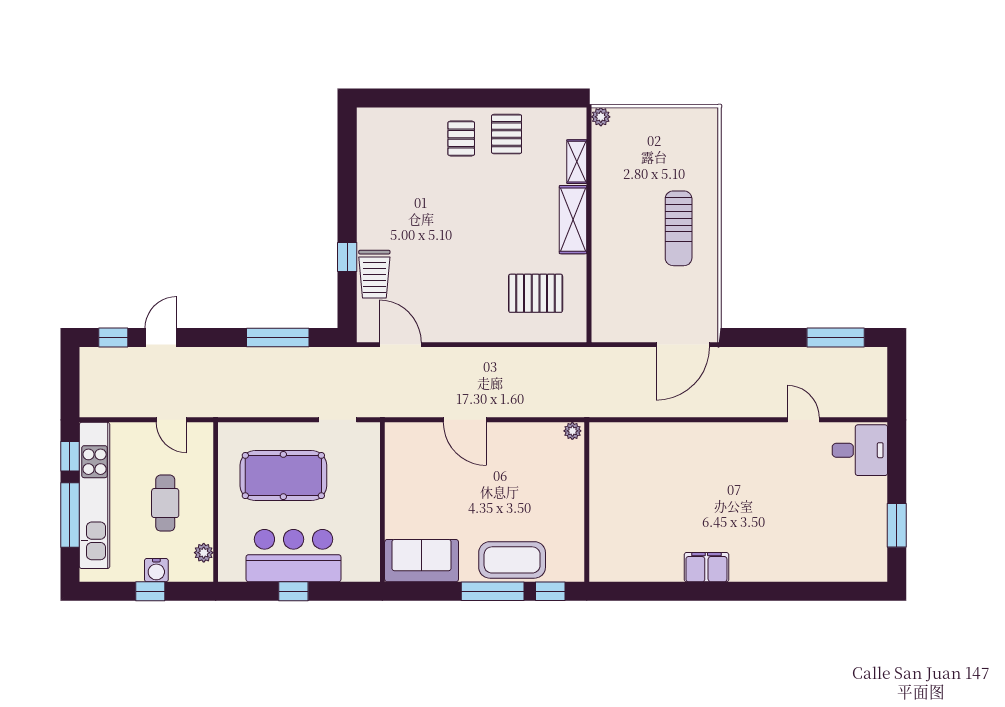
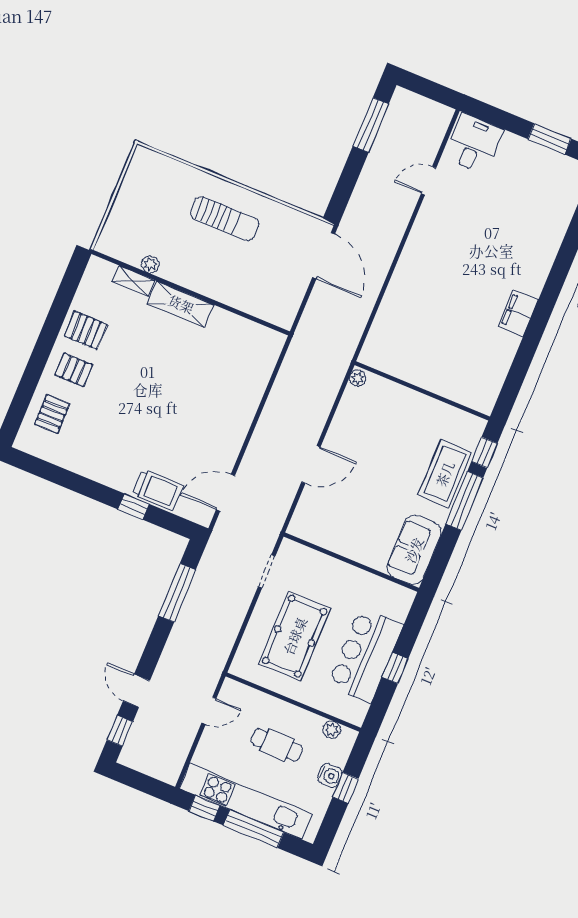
plant: (601, 117) -> (150, 264), moved
pallet: (536, 293) -> (52, 414), moved, width x0.67, depth x0.71

